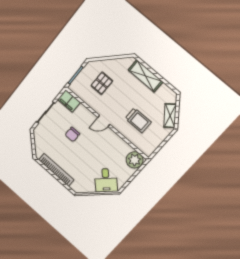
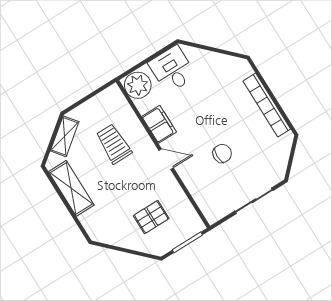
shelving: (145, 76) -> (71, 188), moved
filing cabinet: (69, 101) -> (159, 124), moved
desk: (106, 180) -> (172, 69), moved, turned -45

